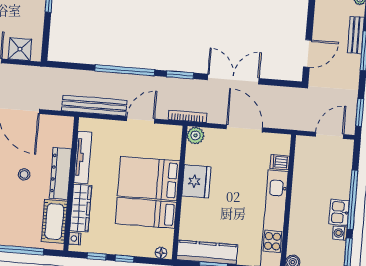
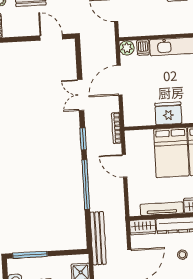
double door: (233, 79) -> (81, 95), width x0.73
bench: (94, 106) -> (98, 238), moved
wardrobe: (64, 131) -> (143, 227), added
plant: (195, 135) -> (127, 48), moved

